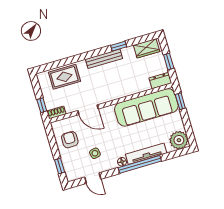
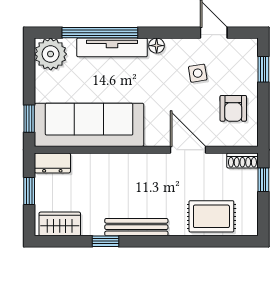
window: (140, 164) -> (100, 33), moved

